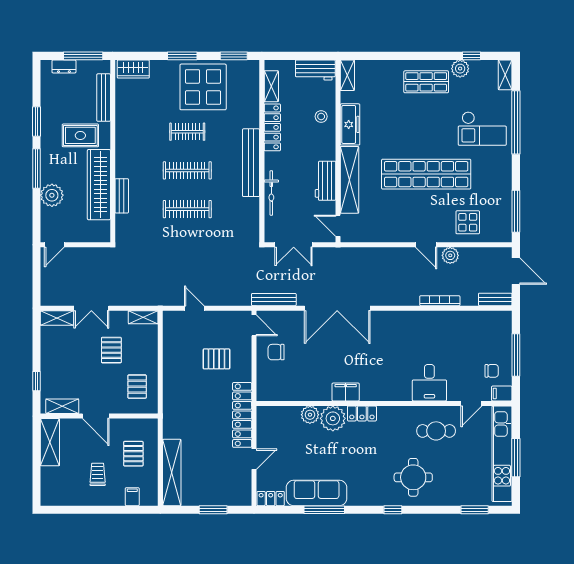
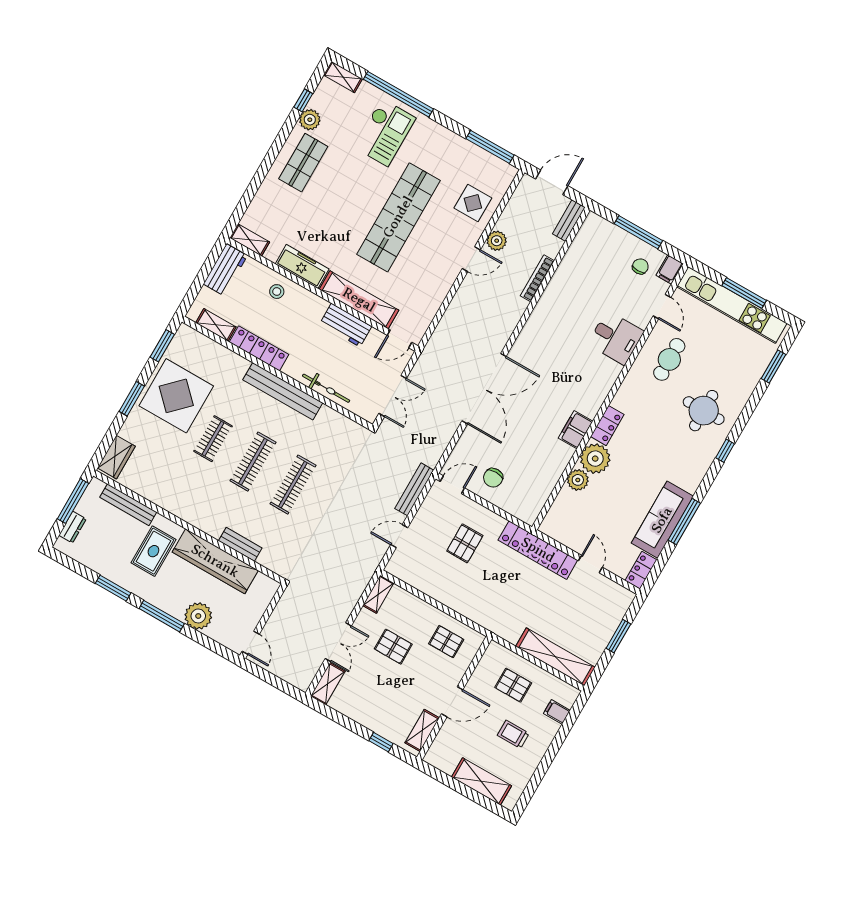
bench: (274, 300) -> (414, 489), moved
shelving: (50, 442) -> (481, 781), moved

